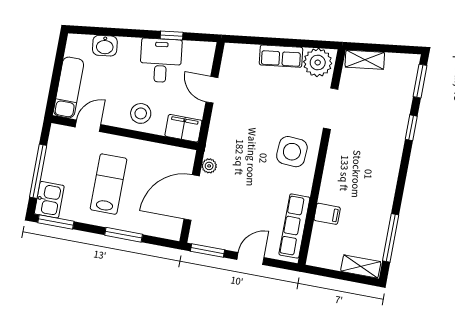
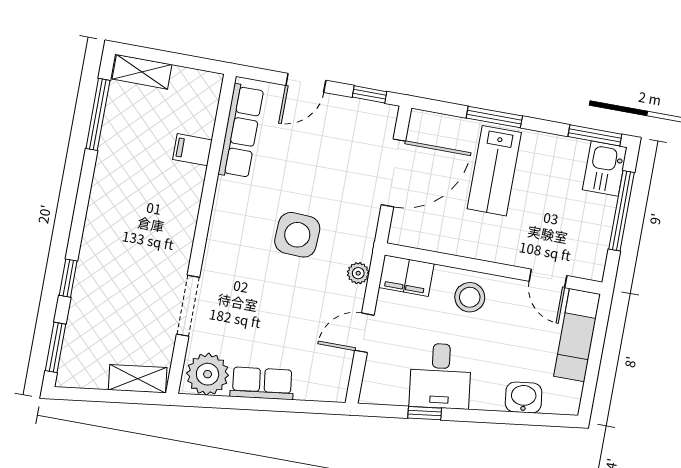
door: (212, 90) -> (364, 333), swing flipped
door: (88, 126) -> (548, 278), hinge flipped
side table: (292, 152) -> (297, 235), moved
plant: (209, 166) -> (358, 273), moved
lab bench: (109, 184) -> (494, 171), moved
window: (208, 250) -> (370, 94), width x0.67

